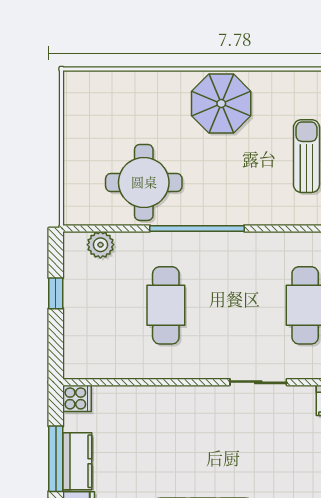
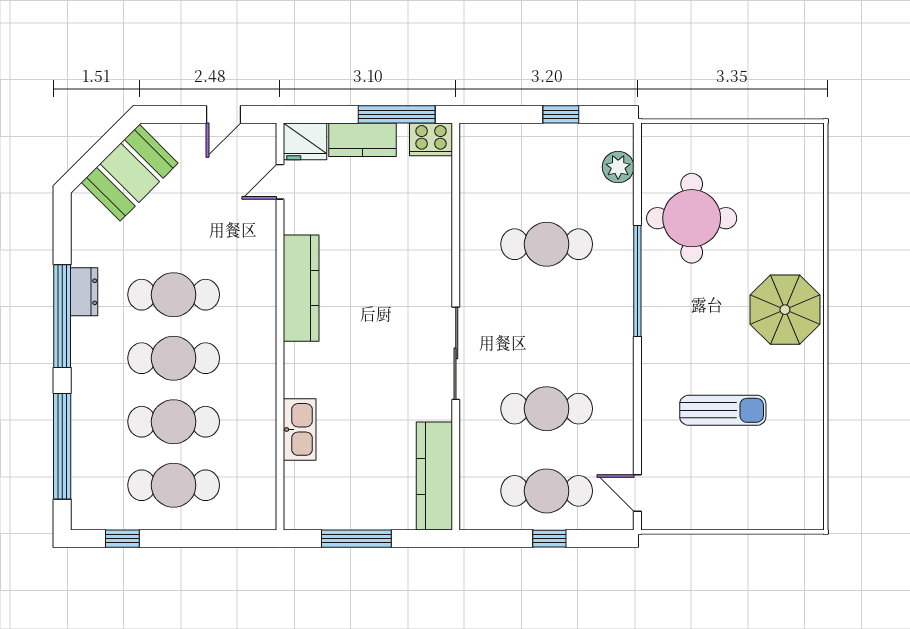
sliding door: (258, 382) -> (456, 353), width x1.37
cooker: (77, 398) -> (431, 139), width x1.36
window: (56, 459) -> (397, 114), moved

